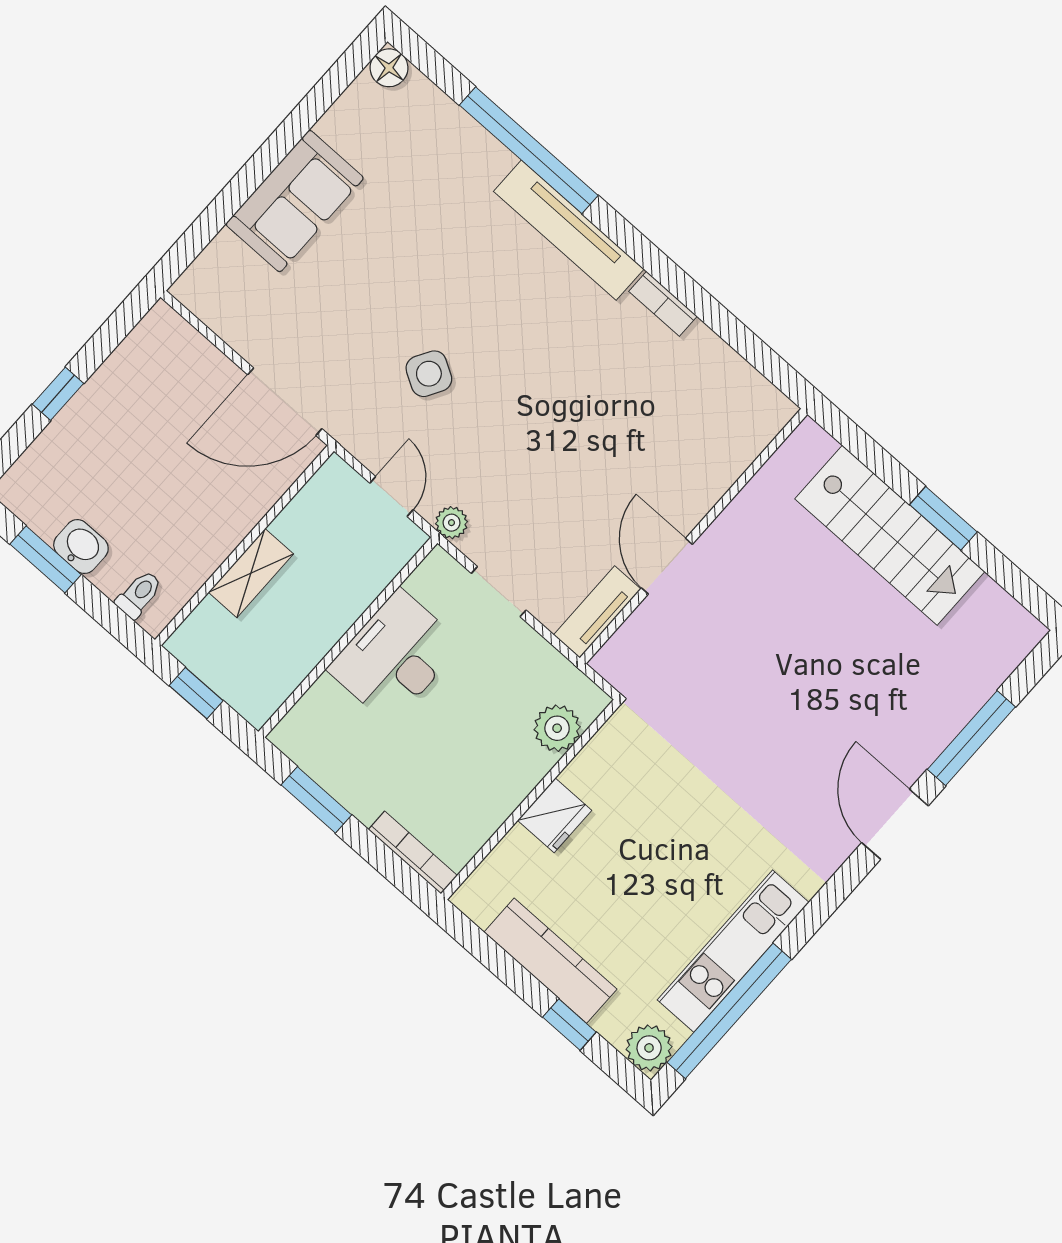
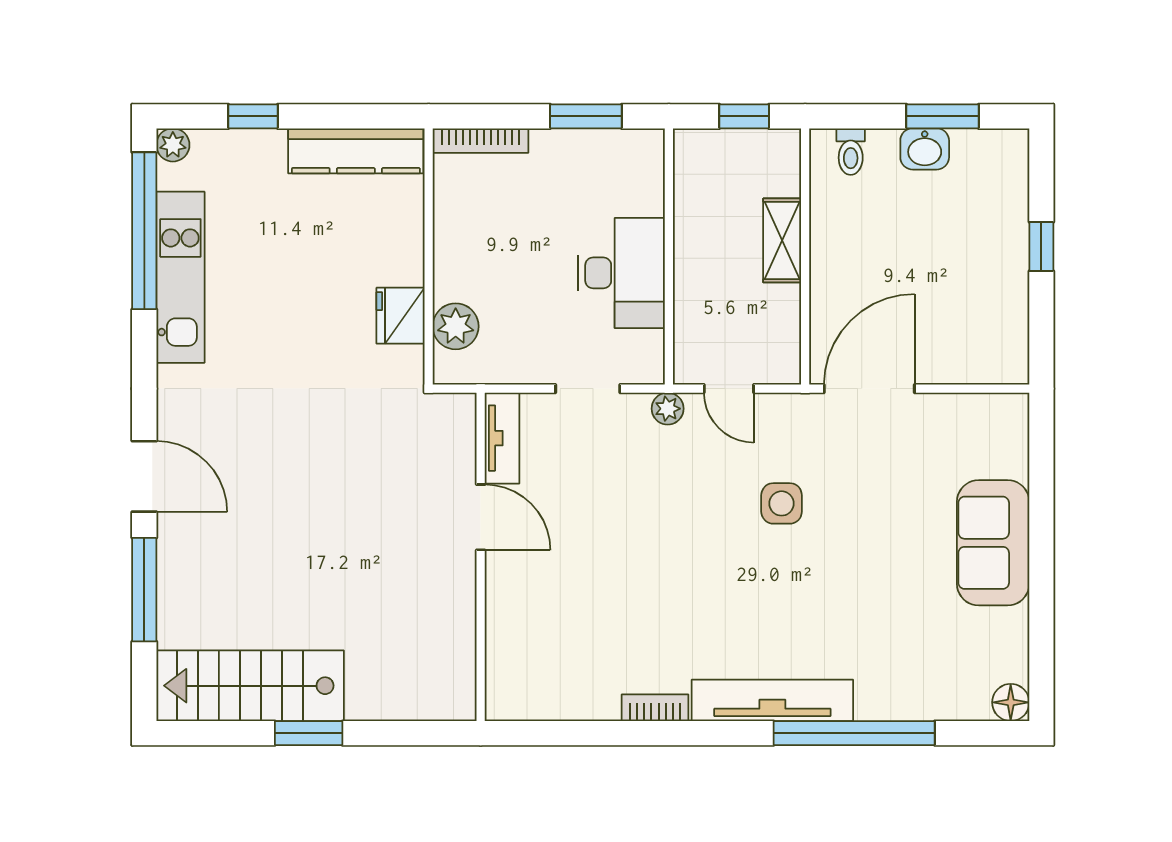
side table: (429, 374) -> (782, 503), turned -30
stairs: (890, 535) -> (250, 686), moved
fridge: (555, 815) -> (400, 316), moved
kitchen counter: (550, 961) -> (356, 151), moved
plant: (649, 1048) -> (173, 145), width x0.73, depth x0.73

